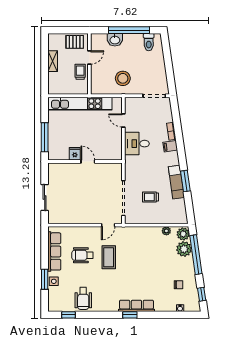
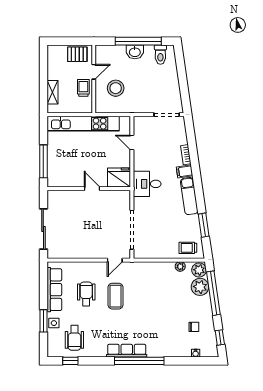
washbasin: (115, 40) -> (135, 52), moved
shelving: (53, 61) -> (52, 92), moved
stool: (123, 78) -> (116, 88), moved
desk: (137, 144) -> (147, 184), moved
fridge: (75, 154) -> (119, 177), moved, width x1.88, depth x1.34
window: (185, 181) -> (204, 225), moved
exam couch: (176, 182) -> (189, 196), moved
sliding door: (45, 197) -> (43, 229), width x1.37
trolley: (150, 197) -> (188, 248), moved
wheelchair: (83, 255) -> (86, 294), turned 90
wheelchair: (83, 298) -> (74, 338), moved
row of seats: (136, 306) -> (127, 351), moved
window: (130, 315) -> (139, 361), width x3.17

